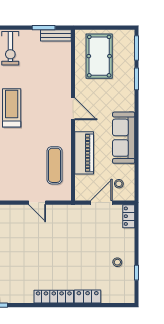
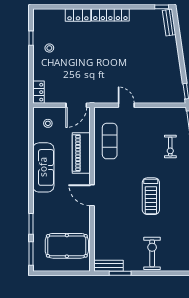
pool table: (99, 56) -> (67, 246), turned 90
door: (101, 203) -> (76, 105), moved

